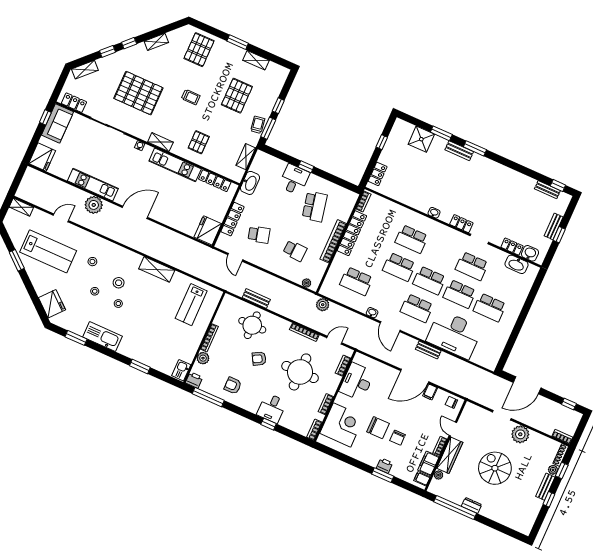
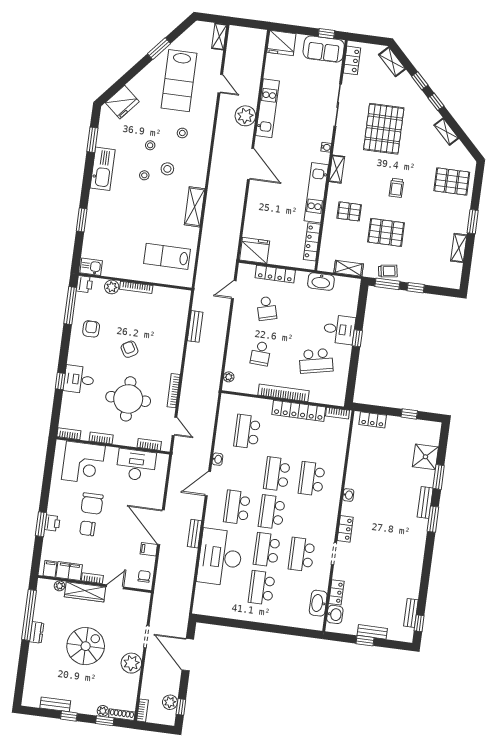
pallet: (237, 96) -> (386, 232), moved
plant: (323, 305) -> (170, 702), moved
round table: (252, 325) -> (164, 331), removed
bench: (545, 487) -> (55, 704), moved

